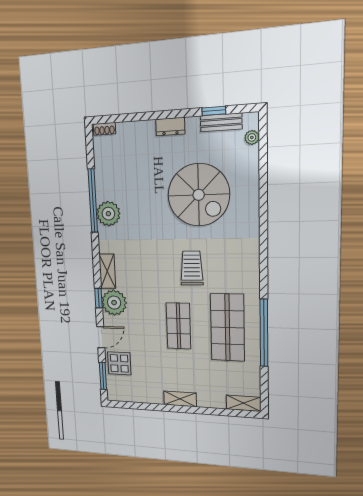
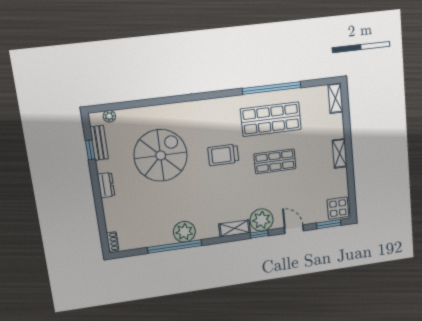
display table: (119, 363) -> (338, 208), moved

